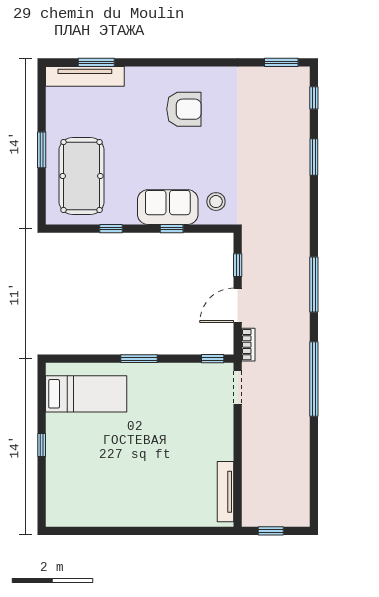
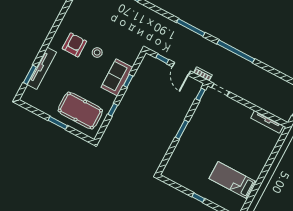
tv unit: (85, 76) -> (42, 68), moved
stool: (216, 202) -> (97, 52), moved
bed: (86, 394) -> (233, 180), moved, turned -90

